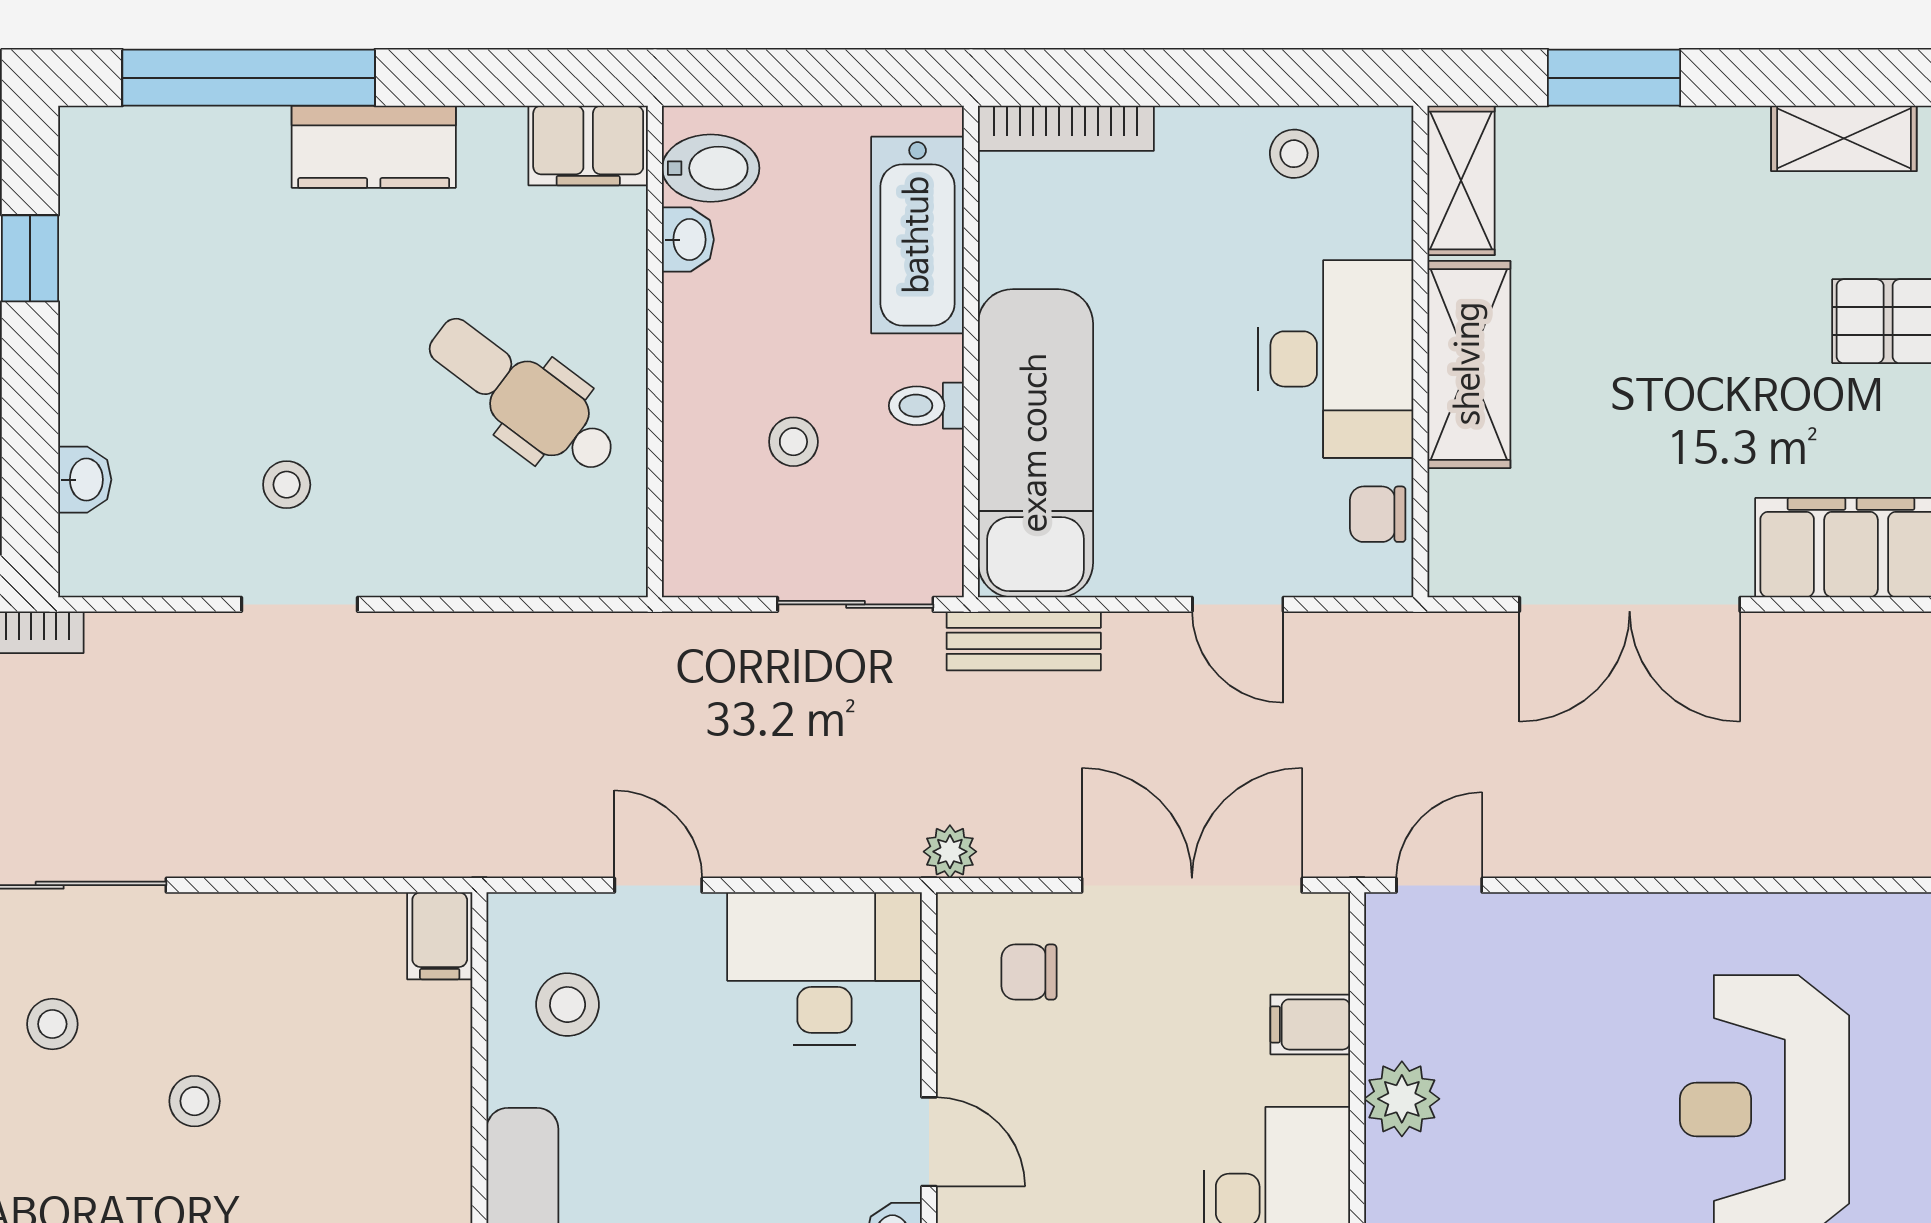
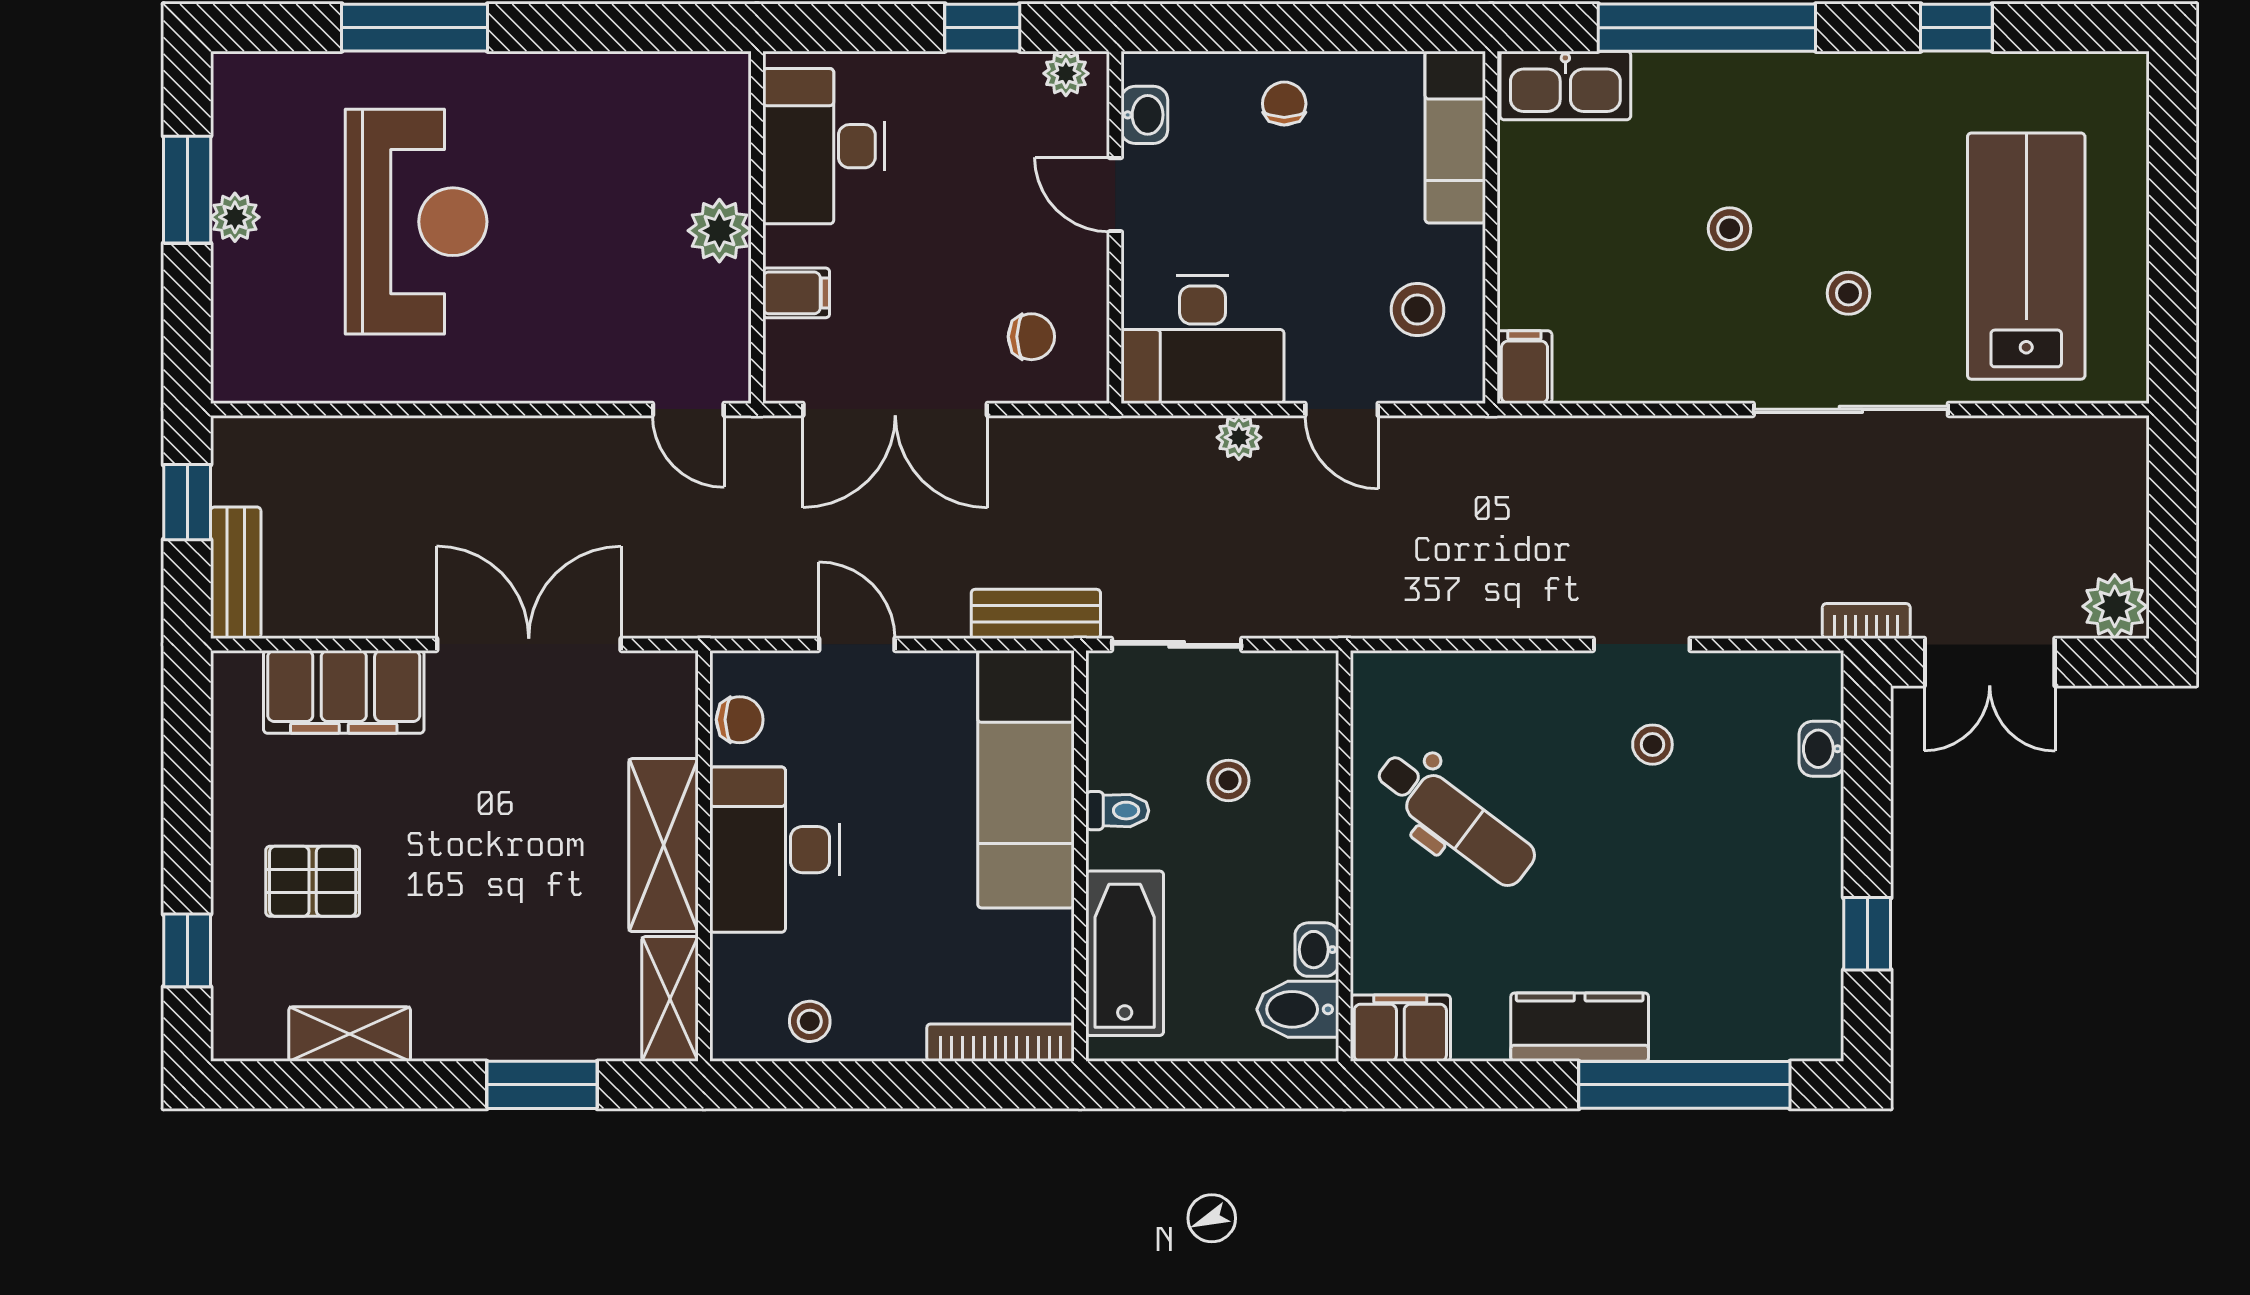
plant: (950, 852) -> (1239, 437), moved
door: (1439, 885) -> (688, 409), hinge flipped

